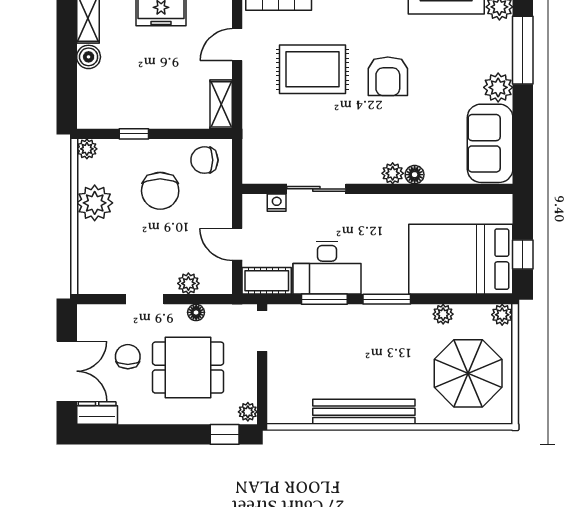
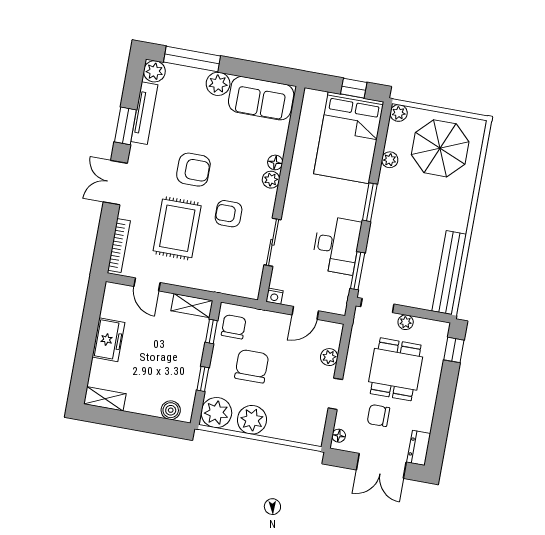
boiler: (89, 57) -> (171, 410), moved
armchair: (342, 129) -> (229, 214), added
window: (194, 134) -> (211, 331), added
plant: (87, 149) -> (216, 413), width x1.87, depth x1.87
chair: (204, 160) -> (234, 327), turned 180
chair: (160, 191) -> (252, 366), turned -90
nightstand: (277, 203) -> (274, 296), moved, turned -90
cot: (267, 281) -> (338, 295), removed
window: (324, 299) -> (358, 271), moved
floor lamp: (196, 312) -> (339, 436), moved
double door: (67, 371) -> (381, 466), swing flipped
plant: (248, 412) -> (406, 322), moved
bench: (364, 412) -> (449, 273), moved

